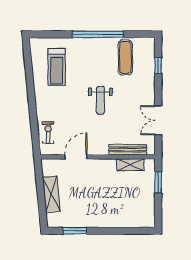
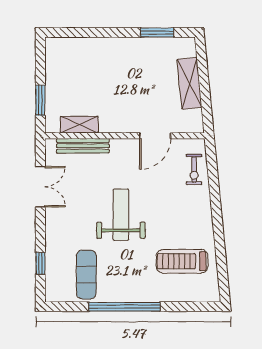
treadmill: (57, 67) -> (182, 261), turned -90
weight bench: (100, 100) -> (121, 215), width x1.36, depth x1.33

